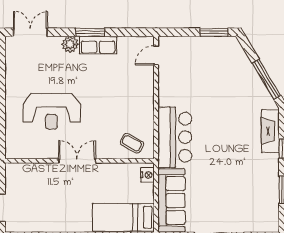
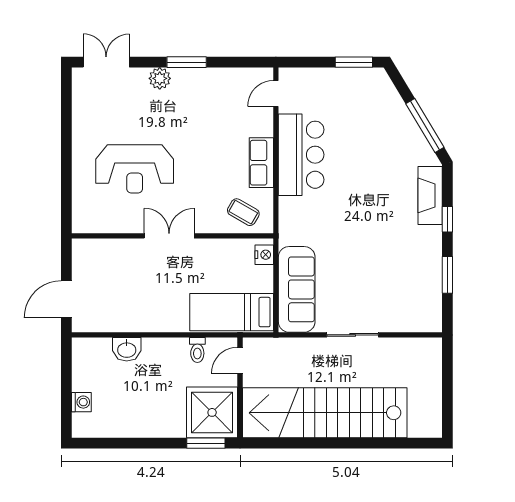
row of seats: (98, 45) -> (261, 163), moved, turned 90
bar counter: (175, 137) -> (301, 155), moved

